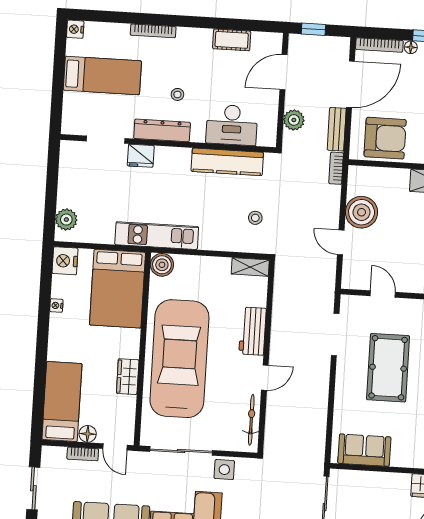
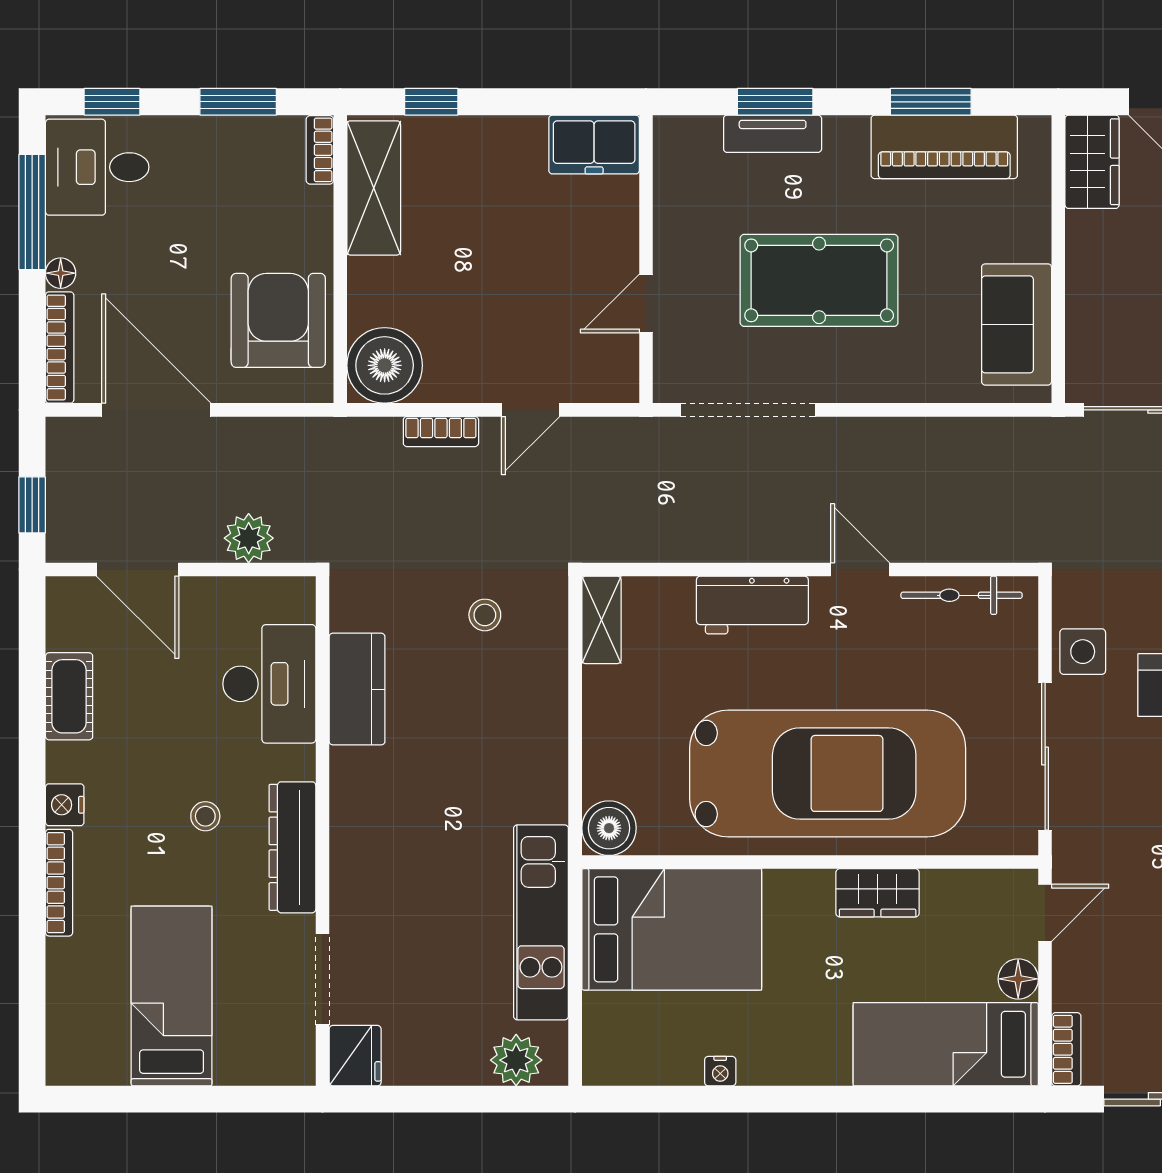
nightstand: (75, 29) -> (65, 805), moved, turned 90
bench: (337, 129) -> (264, 436), removed
fridge: (141, 156) -> (355, 1056), moved
kitchen counter: (227, 162) -> (357, 689), width x0.67
bookcase: (336, 168) -> (441, 432), moved
boiler: (362, 212) -> (385, 365), moved
kitchen unit: (157, 236) -> (541, 922), moved
nightstand: (65, 261) -> (614, 1057), removed
doorway: (335, 334) -> (748, 410), width x1.36
car: (179, 359) -> (828, 773), turned 180
bookcase: (83, 454) -> (1066, 1049), moved

